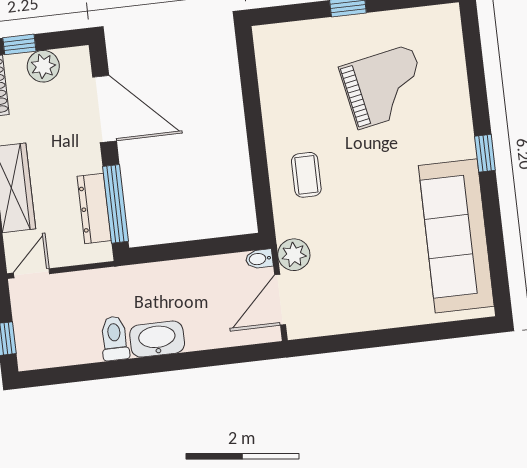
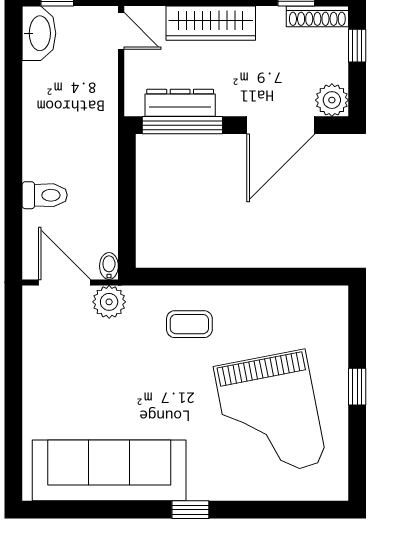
plant: (43, 66) -> (332, 100), moved
grand piano: (385, 87) -> (270, 415), width x1.37, depth x1.48
toilet: (115, 338) -> (45, 195), moved
washbasin: (157, 339) -> (39, 33), moved

